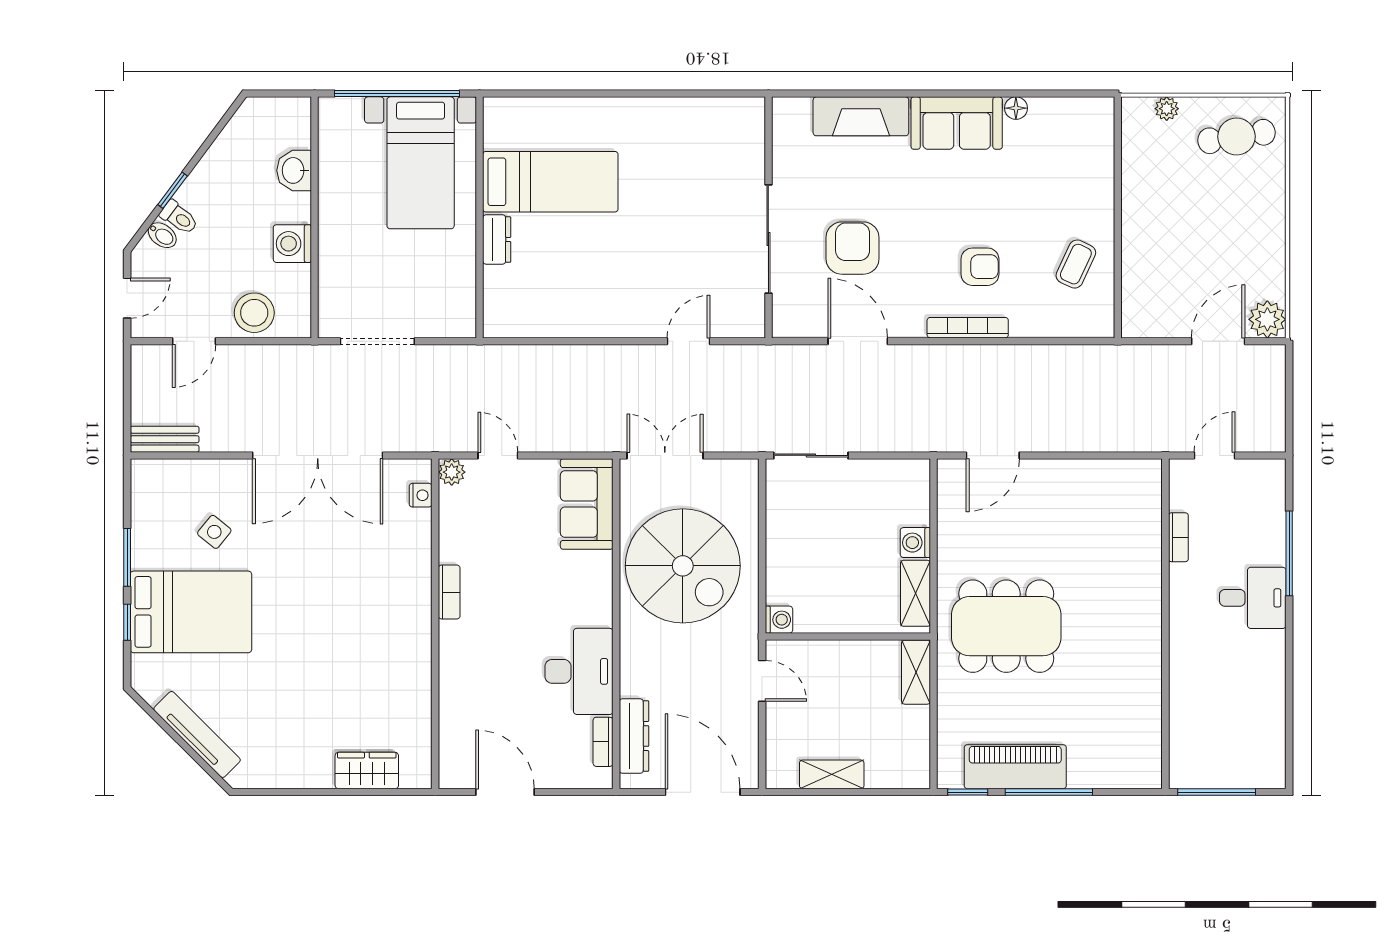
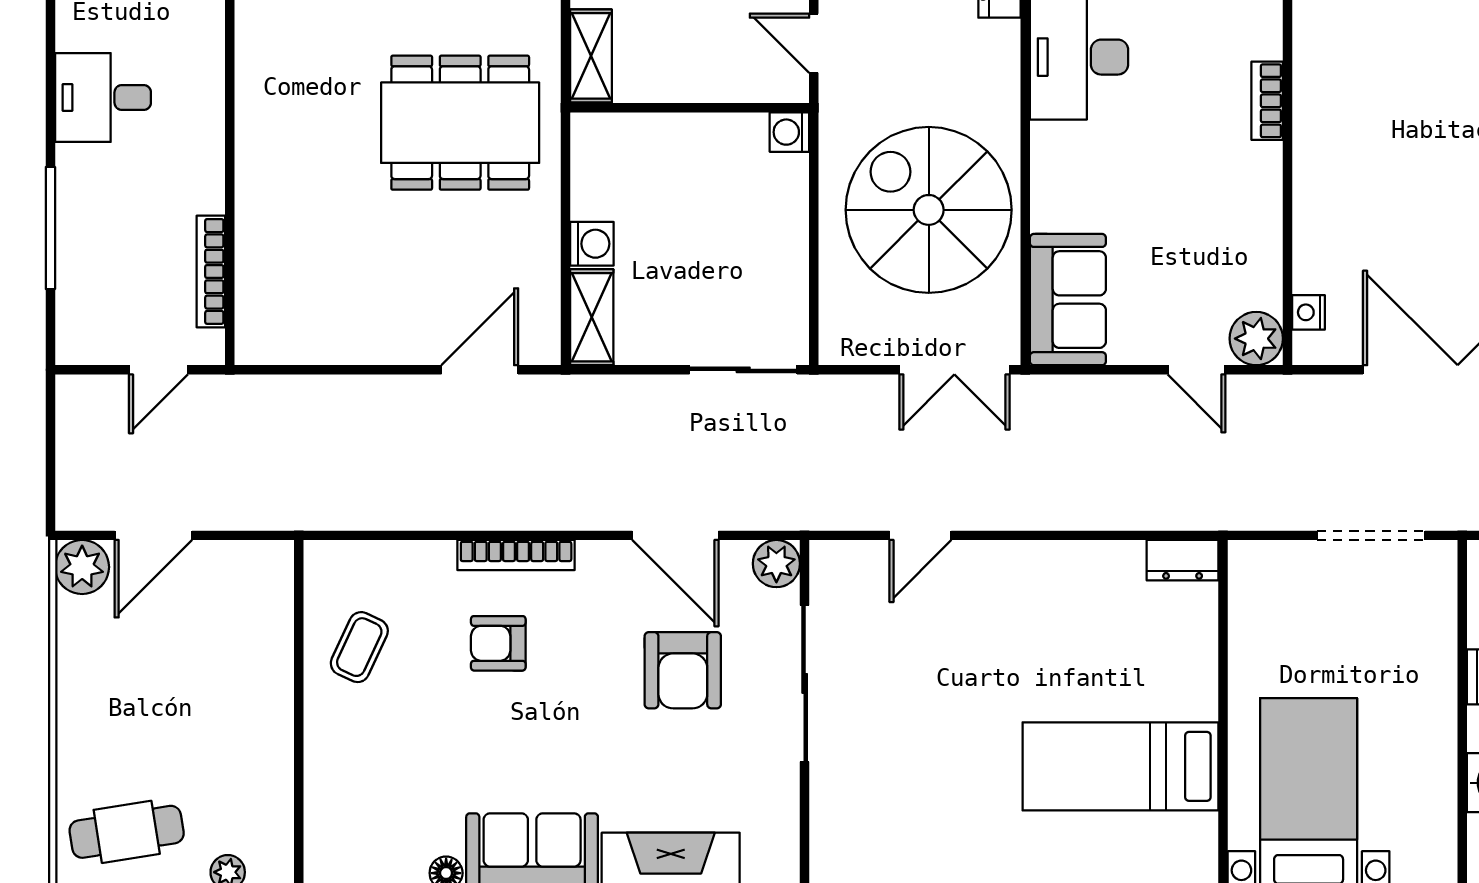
dresser: (497, 239) -> (1183, 560), moved, turned -90
plant: (788, 322) -> (776, 564), added
plant: (452, 472) -> (1256, 339), width x1.38, depth x1.38
bookcase: (1178, 537) -> (211, 271), width x1.56
bookcase: (449, 592) -> (1267, 101), moved
shelving: (915, 593) -> (592, 317), moved
desk: (1253, 598) -> (103, 97), moved

